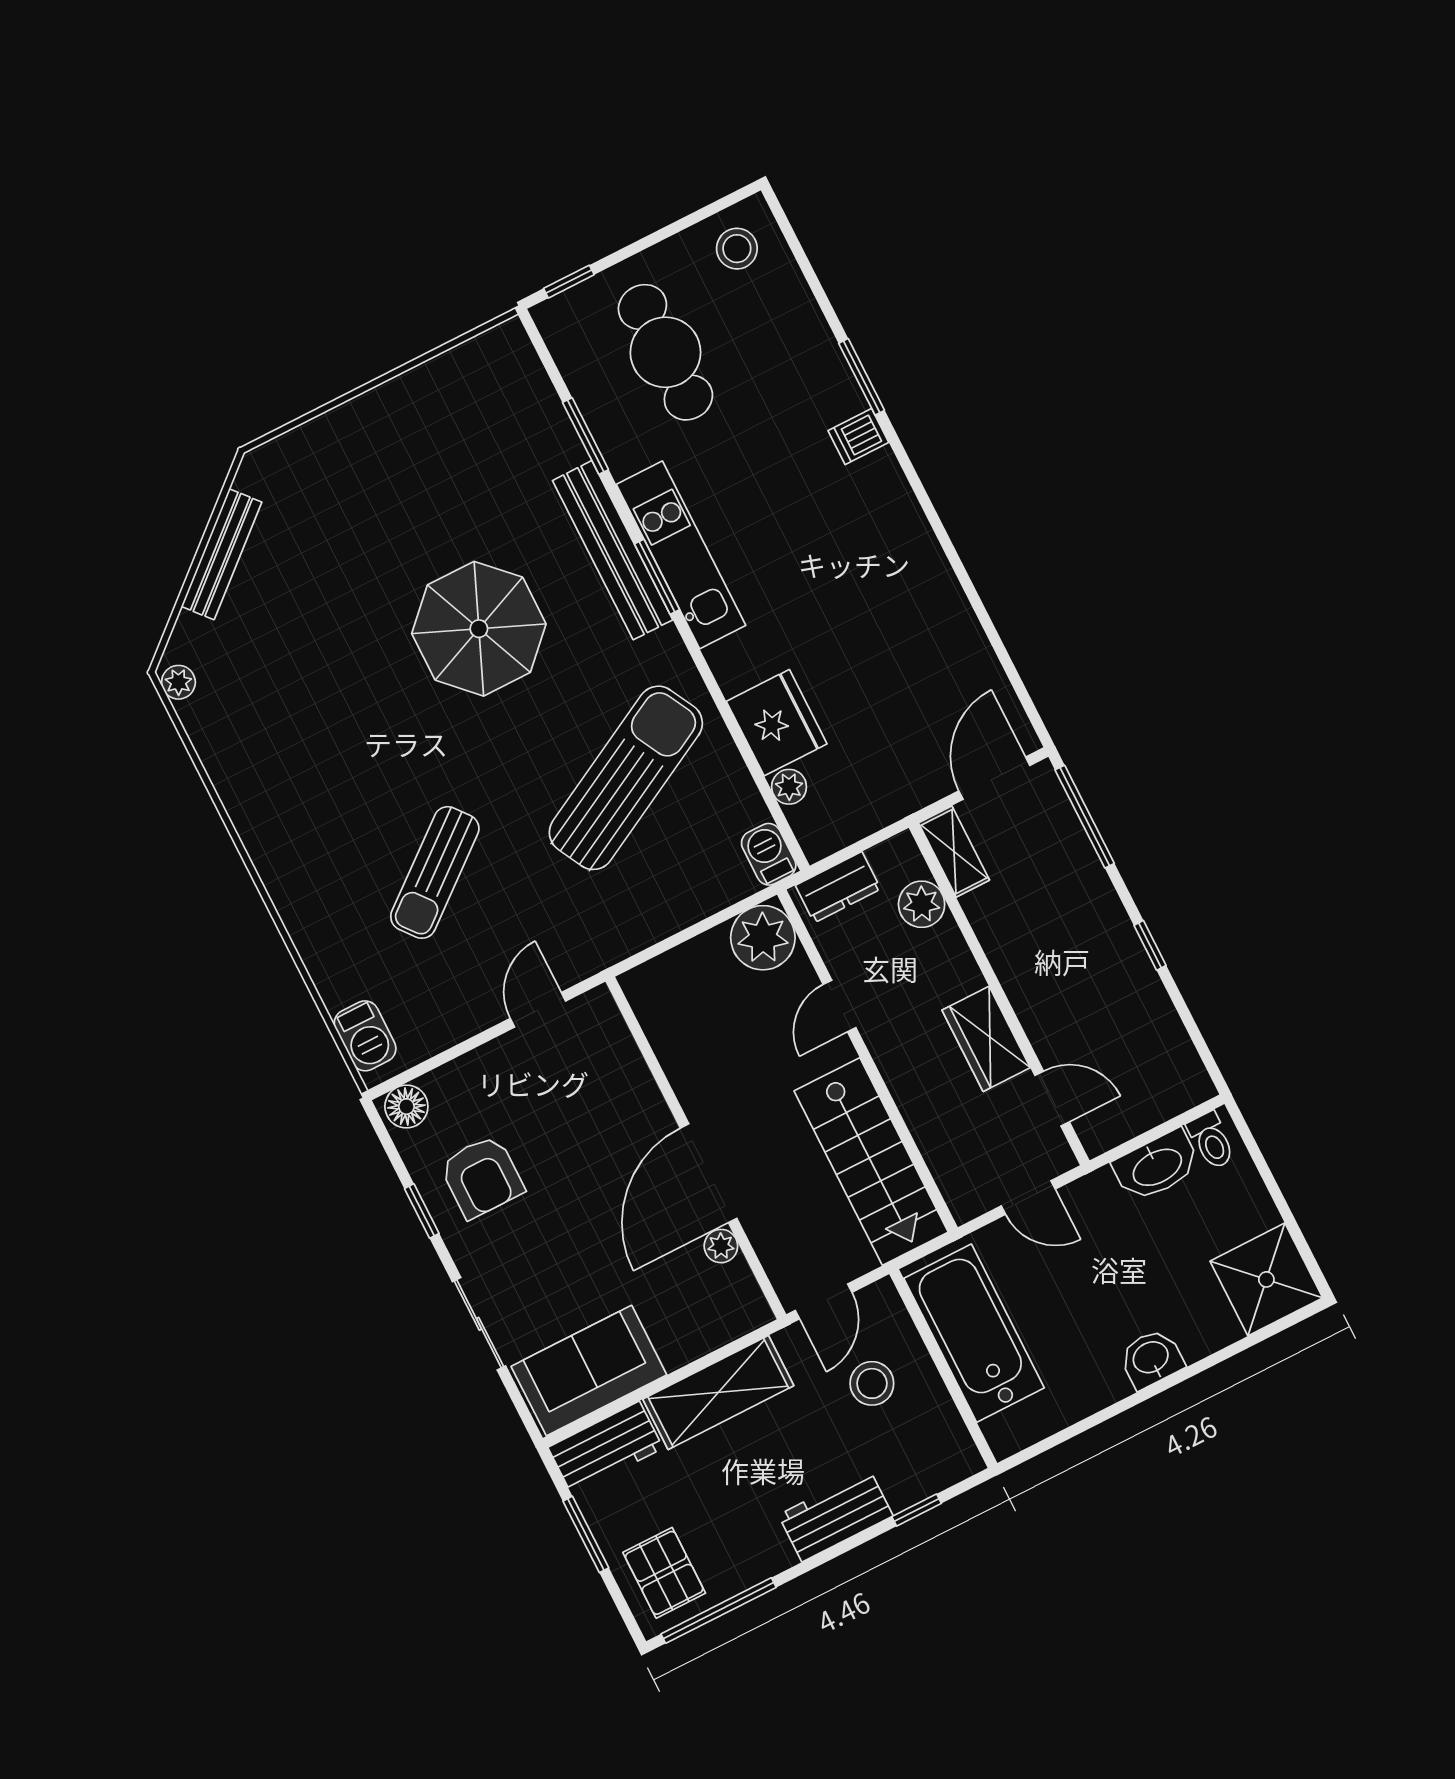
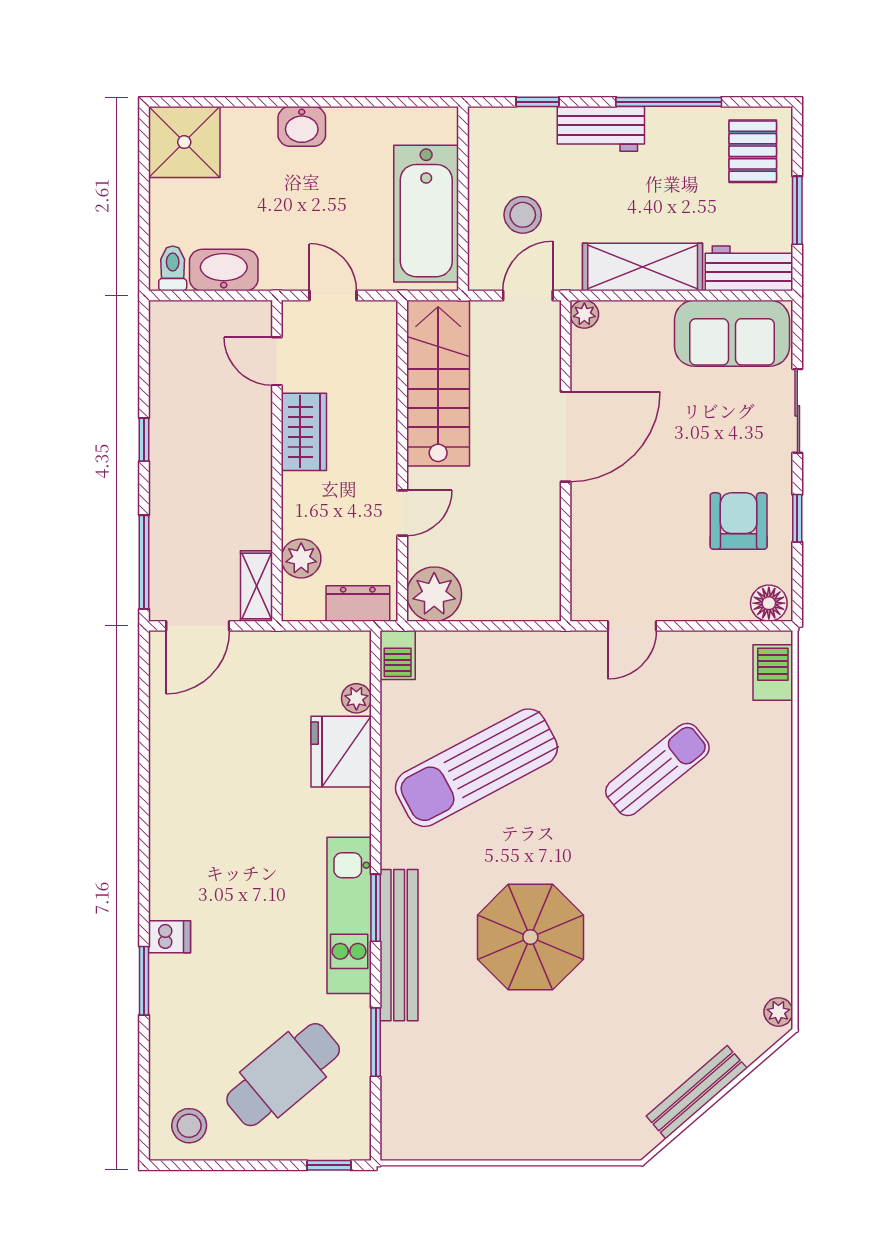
cafe table: (665, 352) -> (283, 1075), turned 50
plant: (721, 1246) -> (584, 314), moved
window: (719, 1611) -> (669, 102), moved

